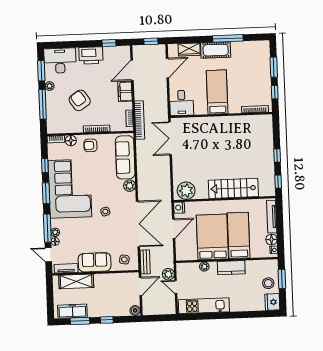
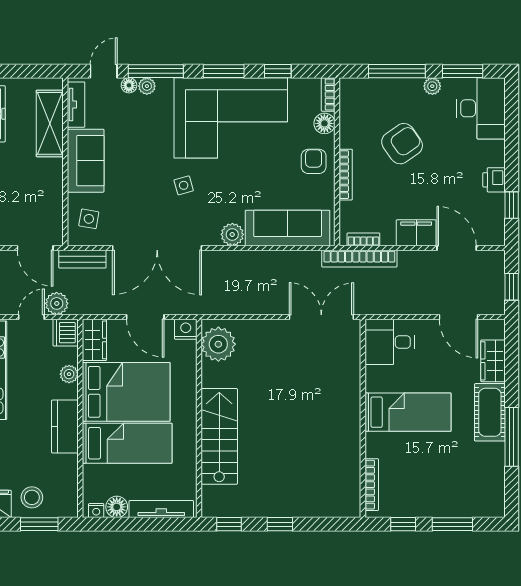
printer: (91, 55) -> (494, 180), width x0.53, depth x0.68
wardrobe: (186, 254) -> (94, 340), added
dishwasher: (183, 269) -> (66, 333), added

